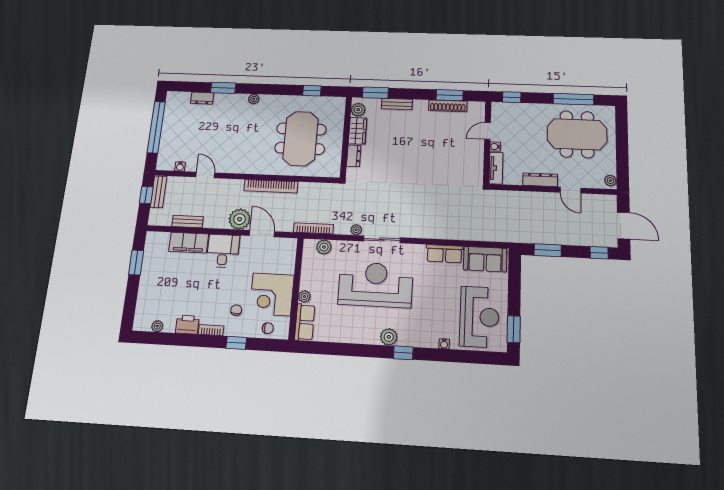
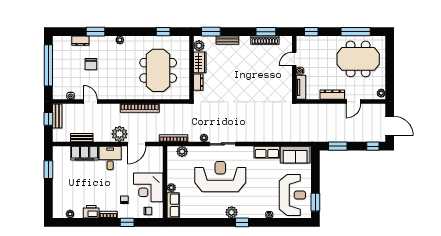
chair: (212, 128) -> (91, 64), added
door: (570, 190) -> (353, 102), hinge flipped
door: (262, 234) -> (137, 144), swing flipped

